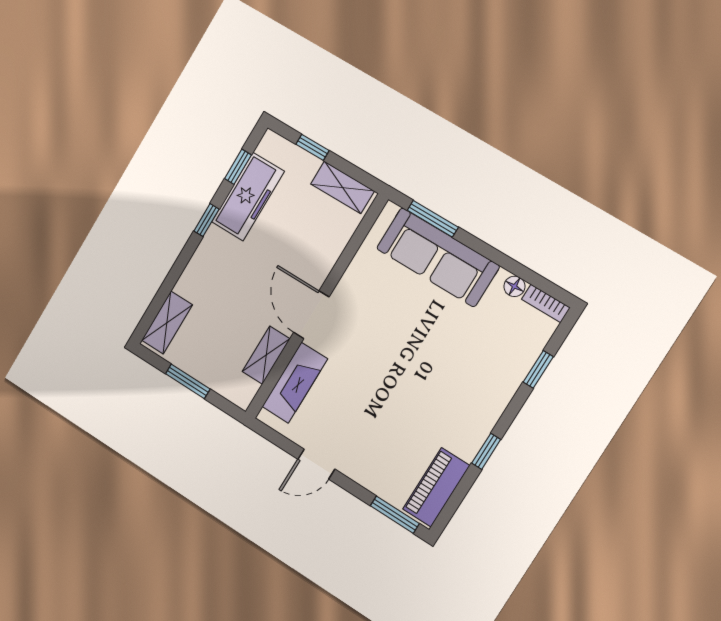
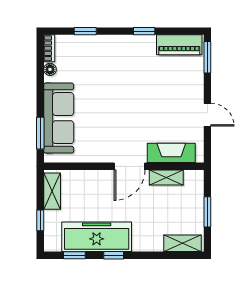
freezer: (248, 197) -> (97, 237), width x1.36, depth x1.26

